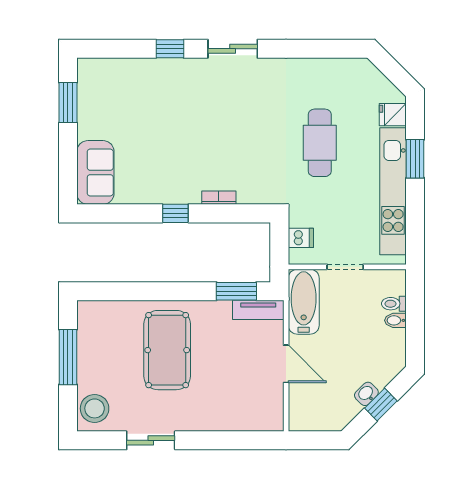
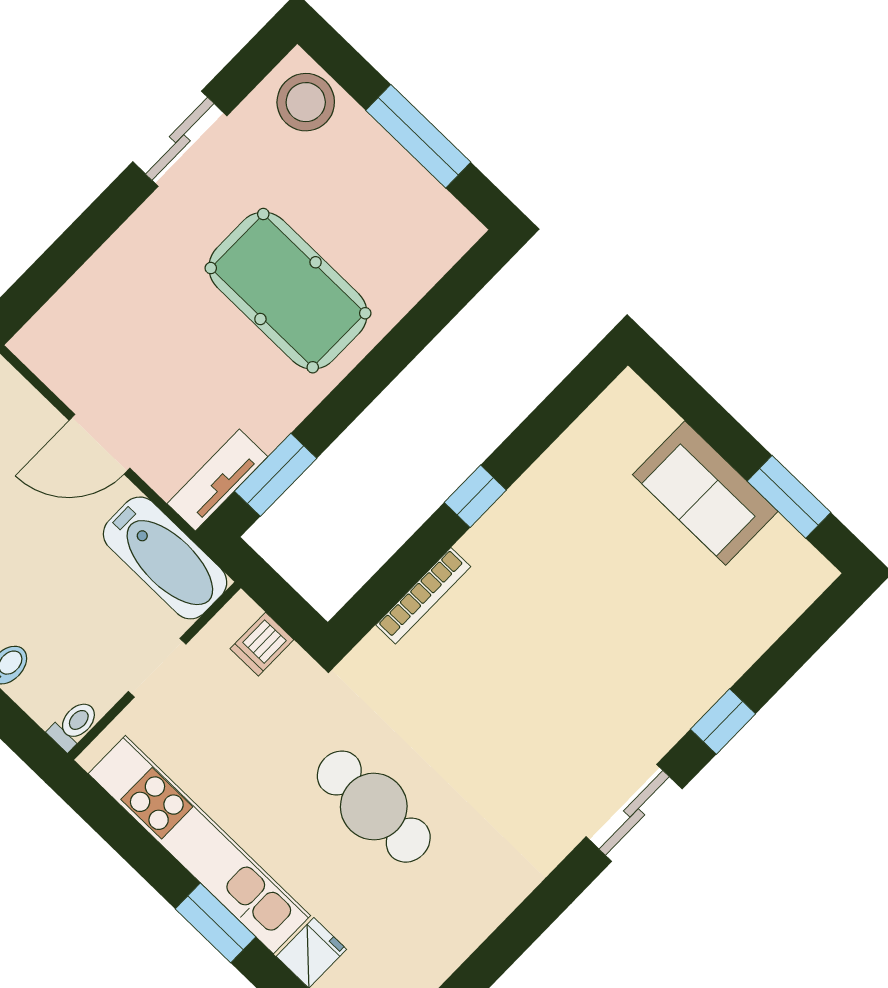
sofa: (95, 172) -> (705, 493), moved
bookcase: (219, 198) -> (423, 596), width x1.56
toilet: (394, 304) -> (74, 725), moved

